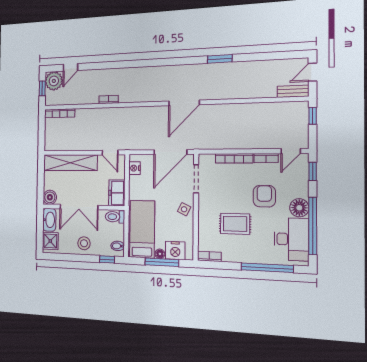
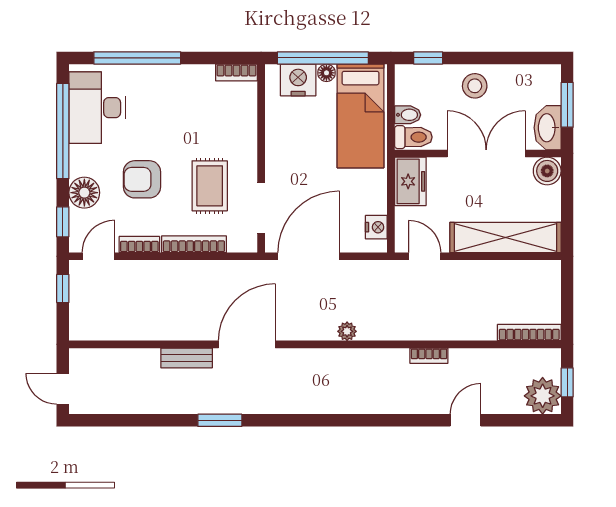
door: (71, 67) -> (466, 420), moved
door: (313, 72) -> (63, 389), swing flipped
bench: (293, 91) -> (187, 358), moved
door: (184, 103) -> (247, 344), moved
plant: (150, 111) -> (347, 331), added
window: (313, 116) -> (63, 289), moved
armchair: (264, 196) -> (142, 179), turned 90
floor lamp: (299, 208) -> (84, 193), moved
side table: (184, 209) -> (283, 154), removed
rug: (235, 224) -> (210, 186), moved, turned 90
window: (40, 231) -> (567, 105), added
shower: (50, 241) -> (545, 87), removed
bidet: (118, 246) -> (408, 115), moved
window: (162, 262) -> (323, 58), width x1.46

